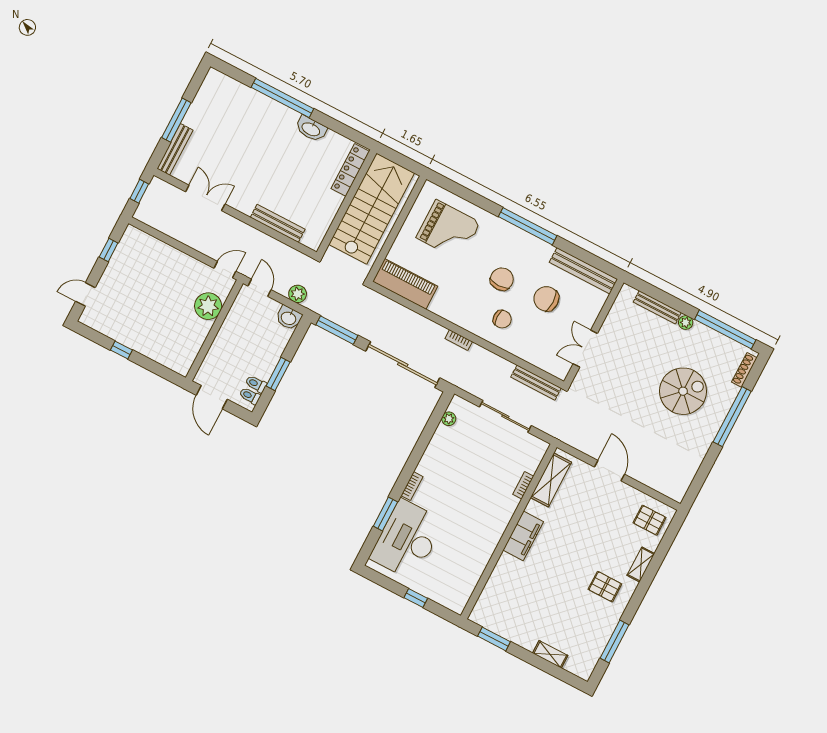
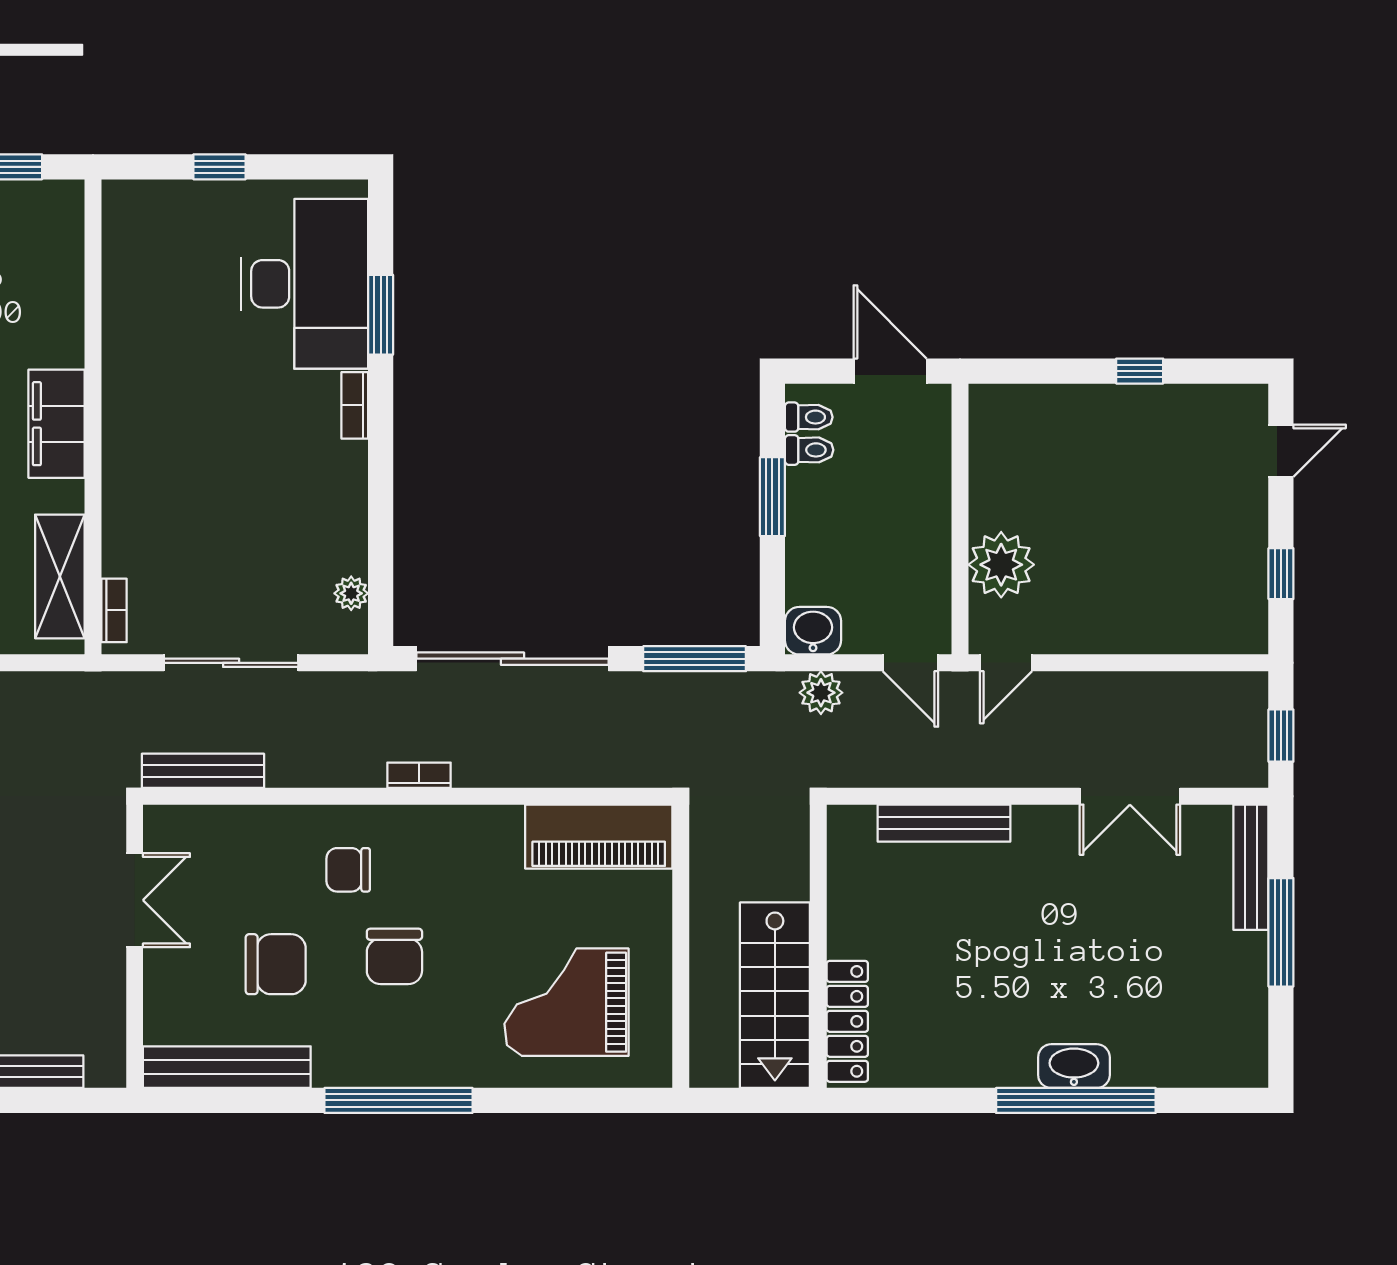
washbasin: (311, 129) -> (1074, 1066), moved
stairs: (371, 209) -> (775, 995), width x0.73, depth x0.66
bookcase: (523, 485) -> (114, 610), moved

